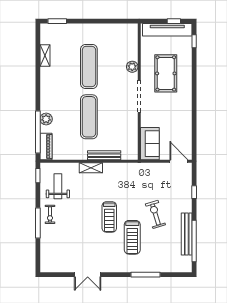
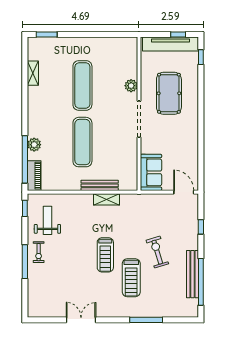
shelving: (91, 168) -> (106, 199), moved
double door: (88, 275) -> (81, 320), swing flipped

